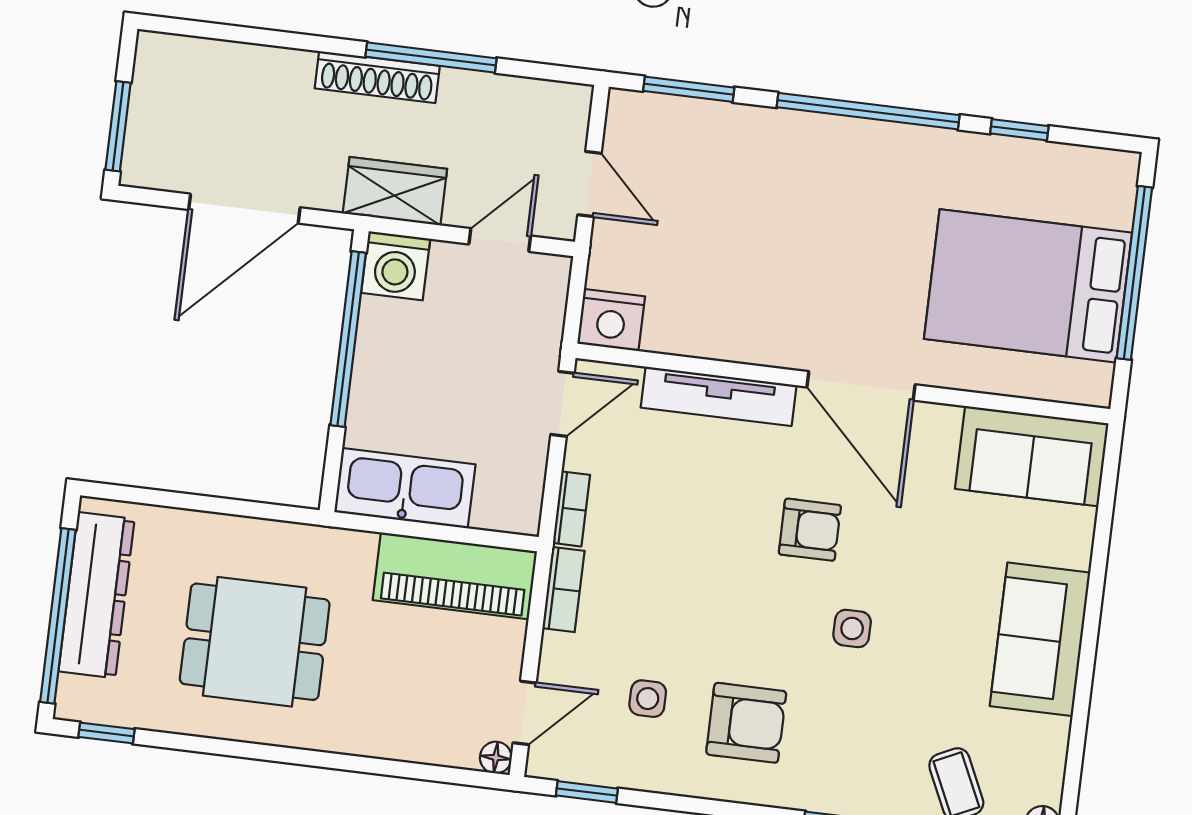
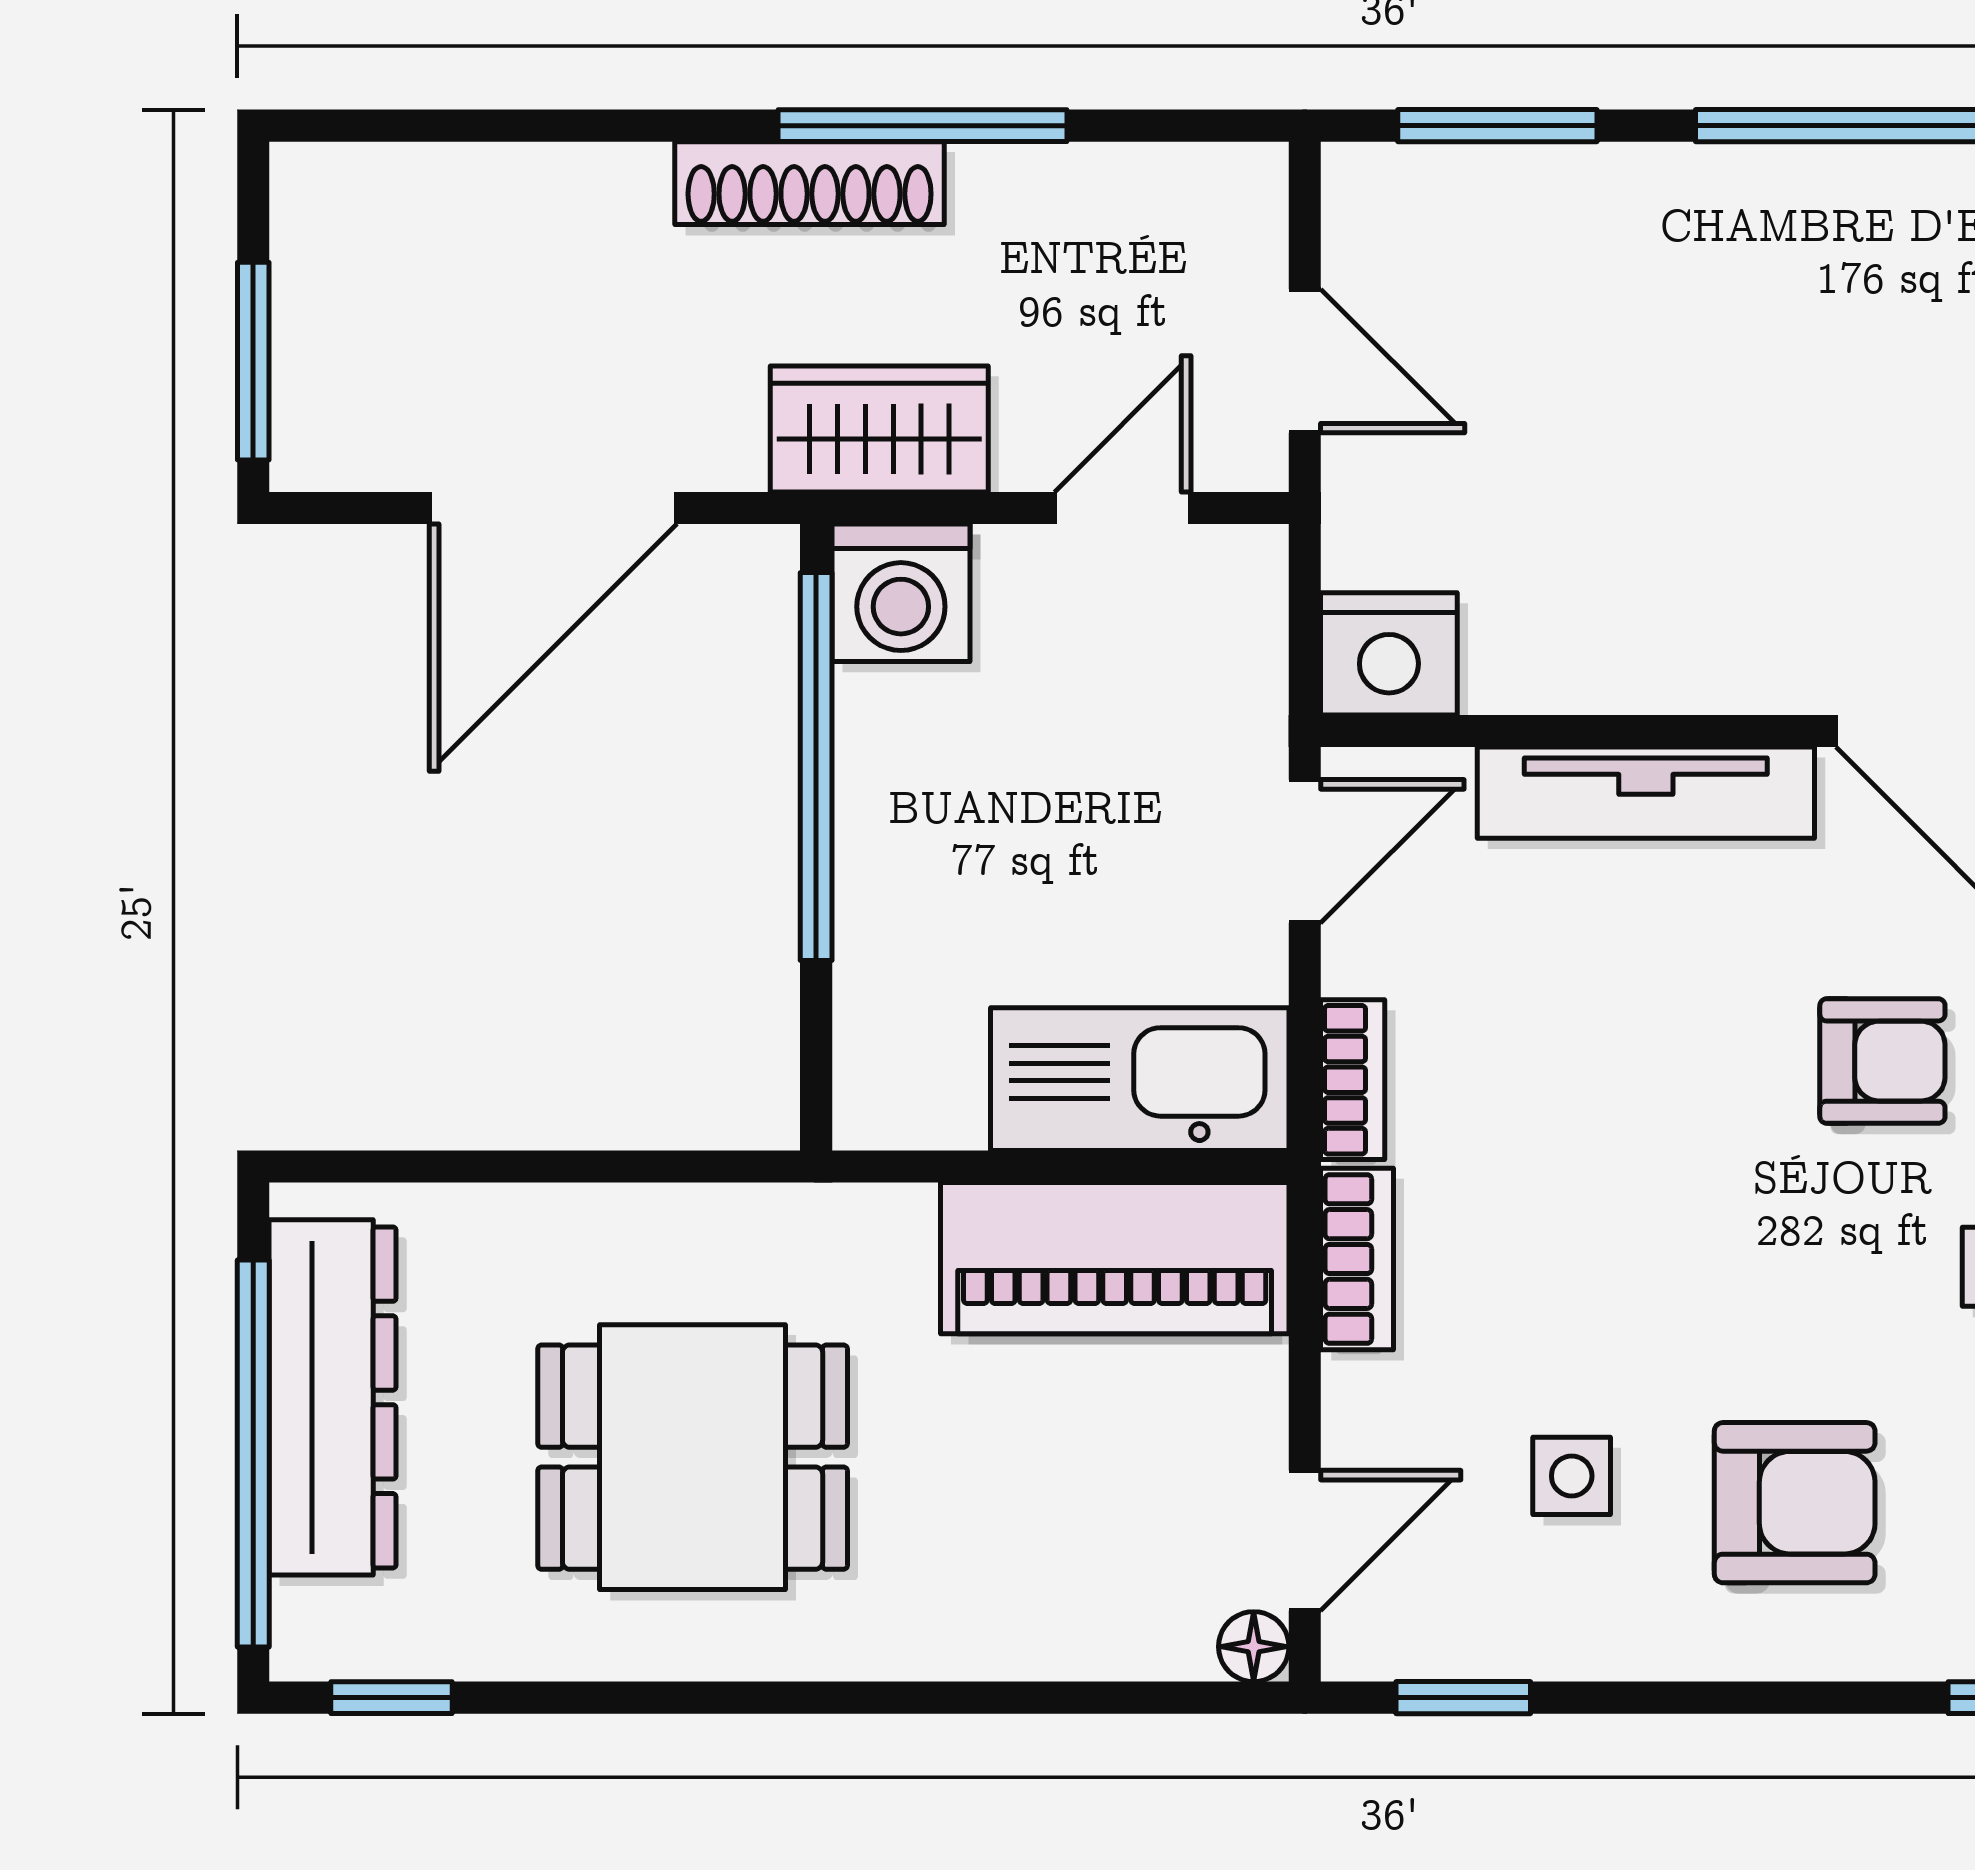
kitchen sink: (405, 488) -> (1140, 1079), moved

